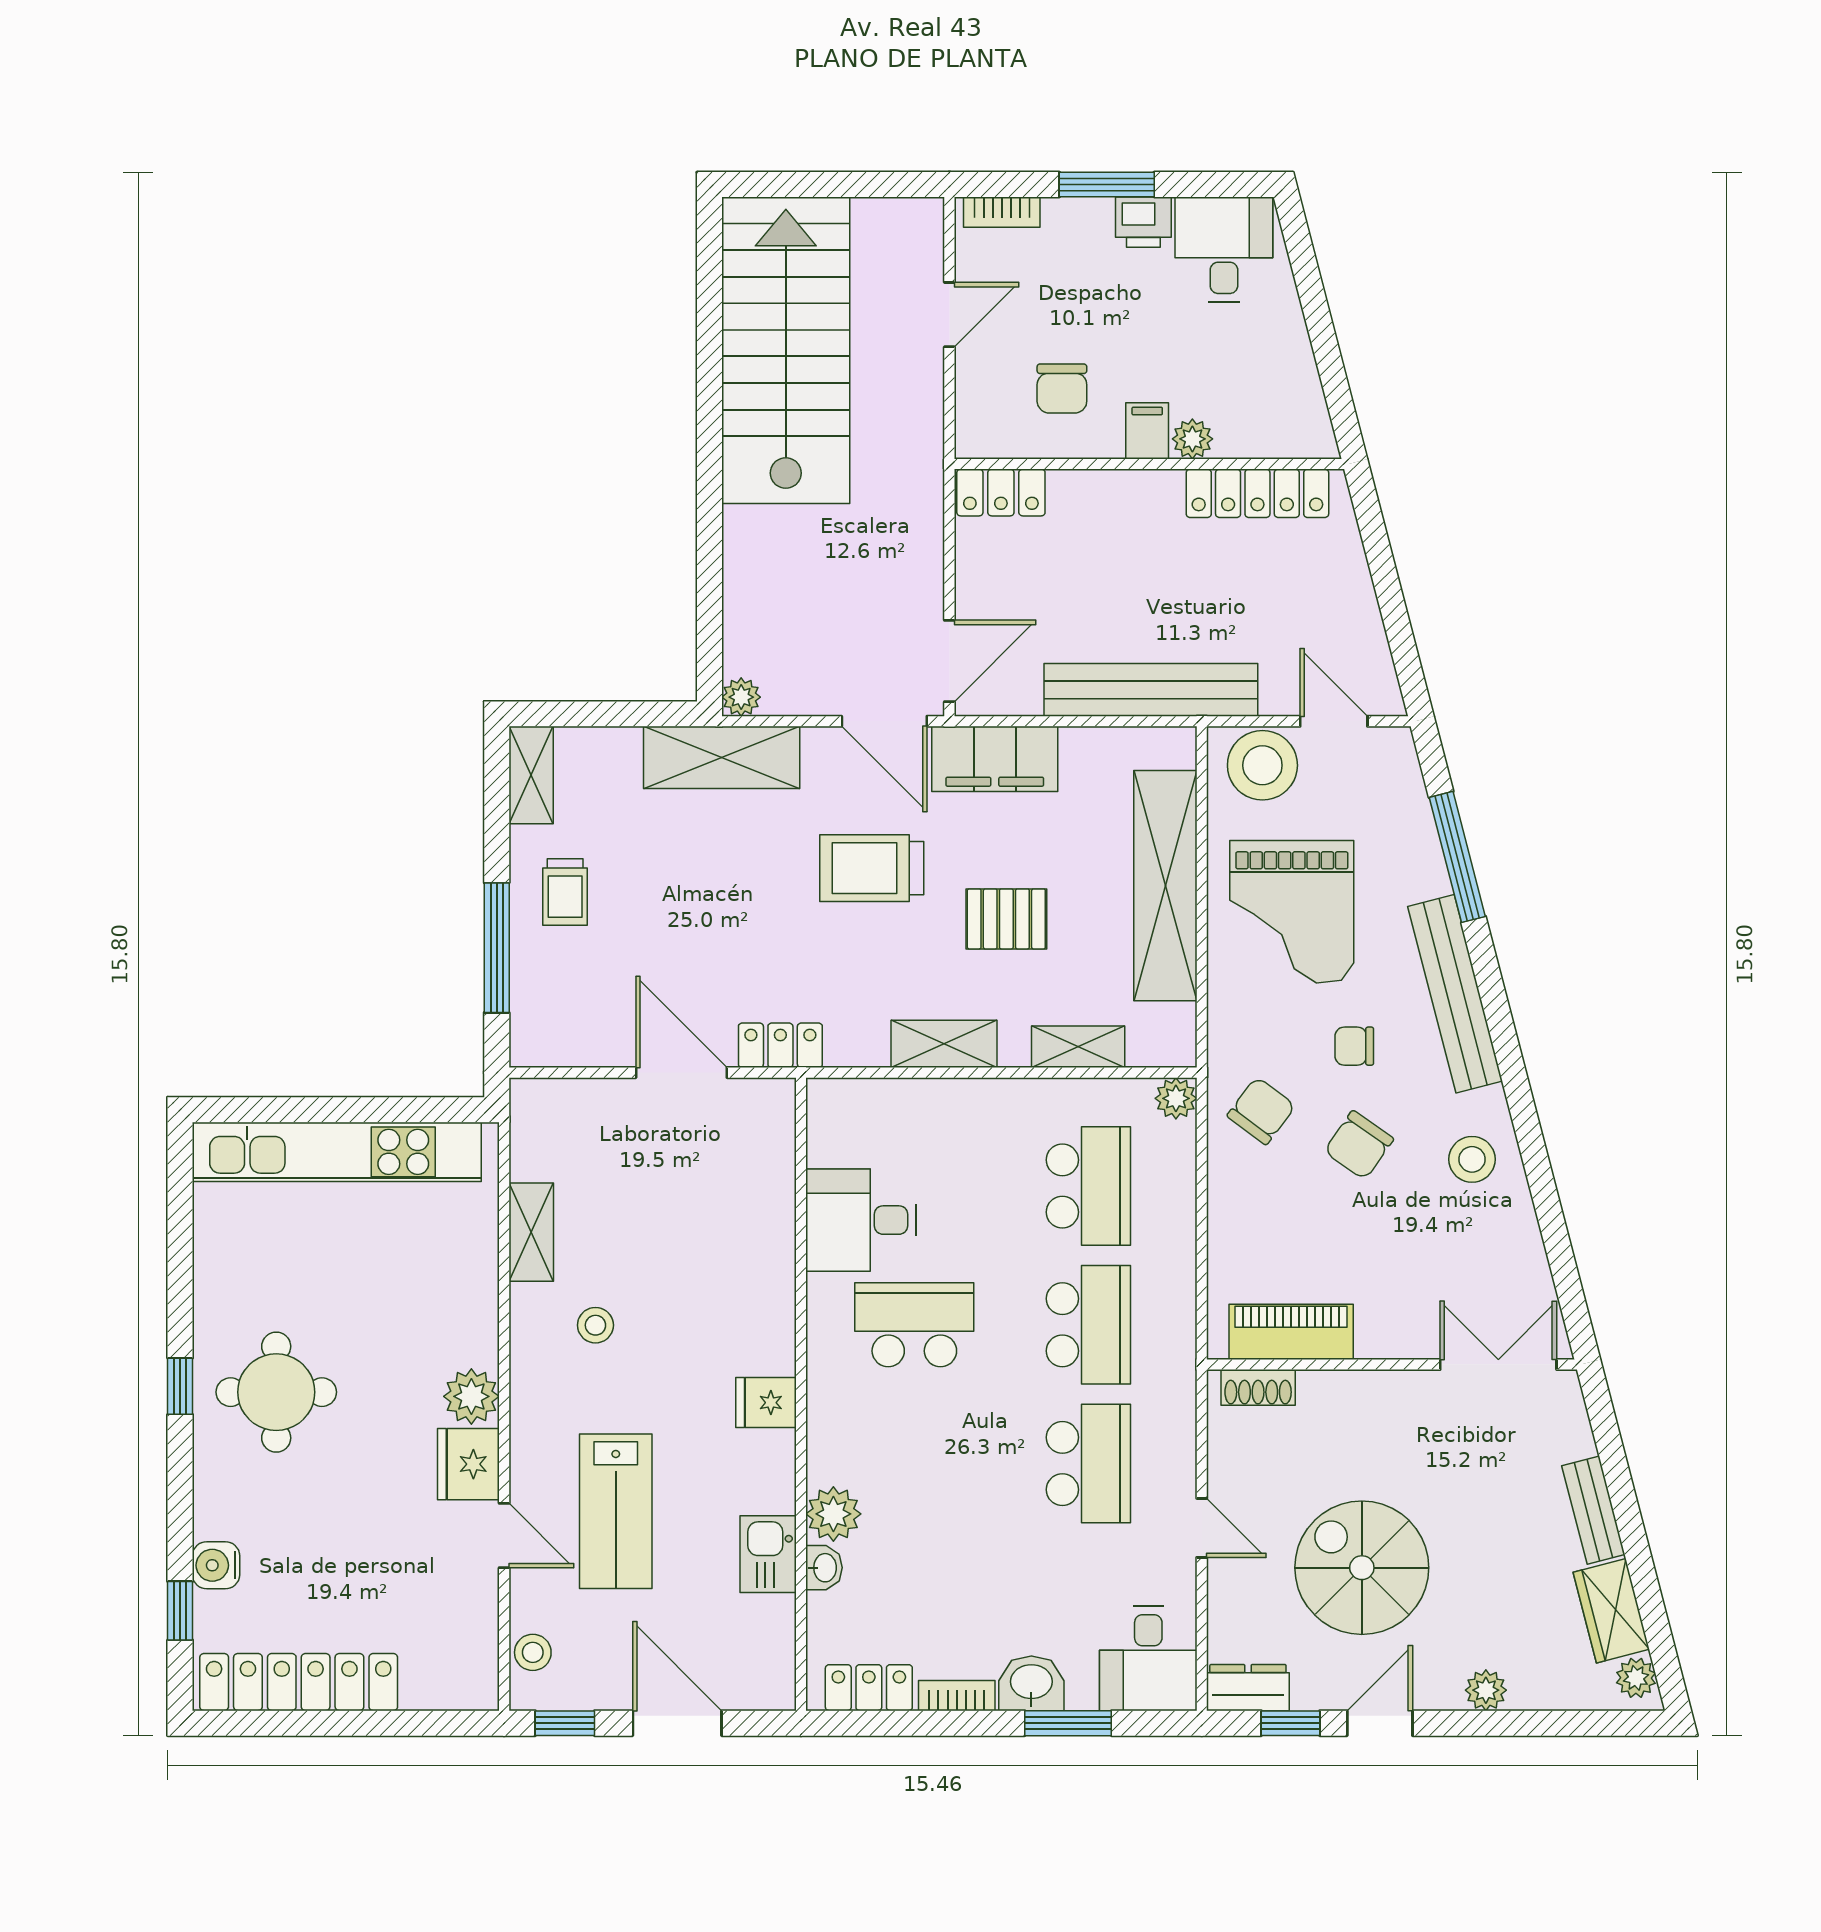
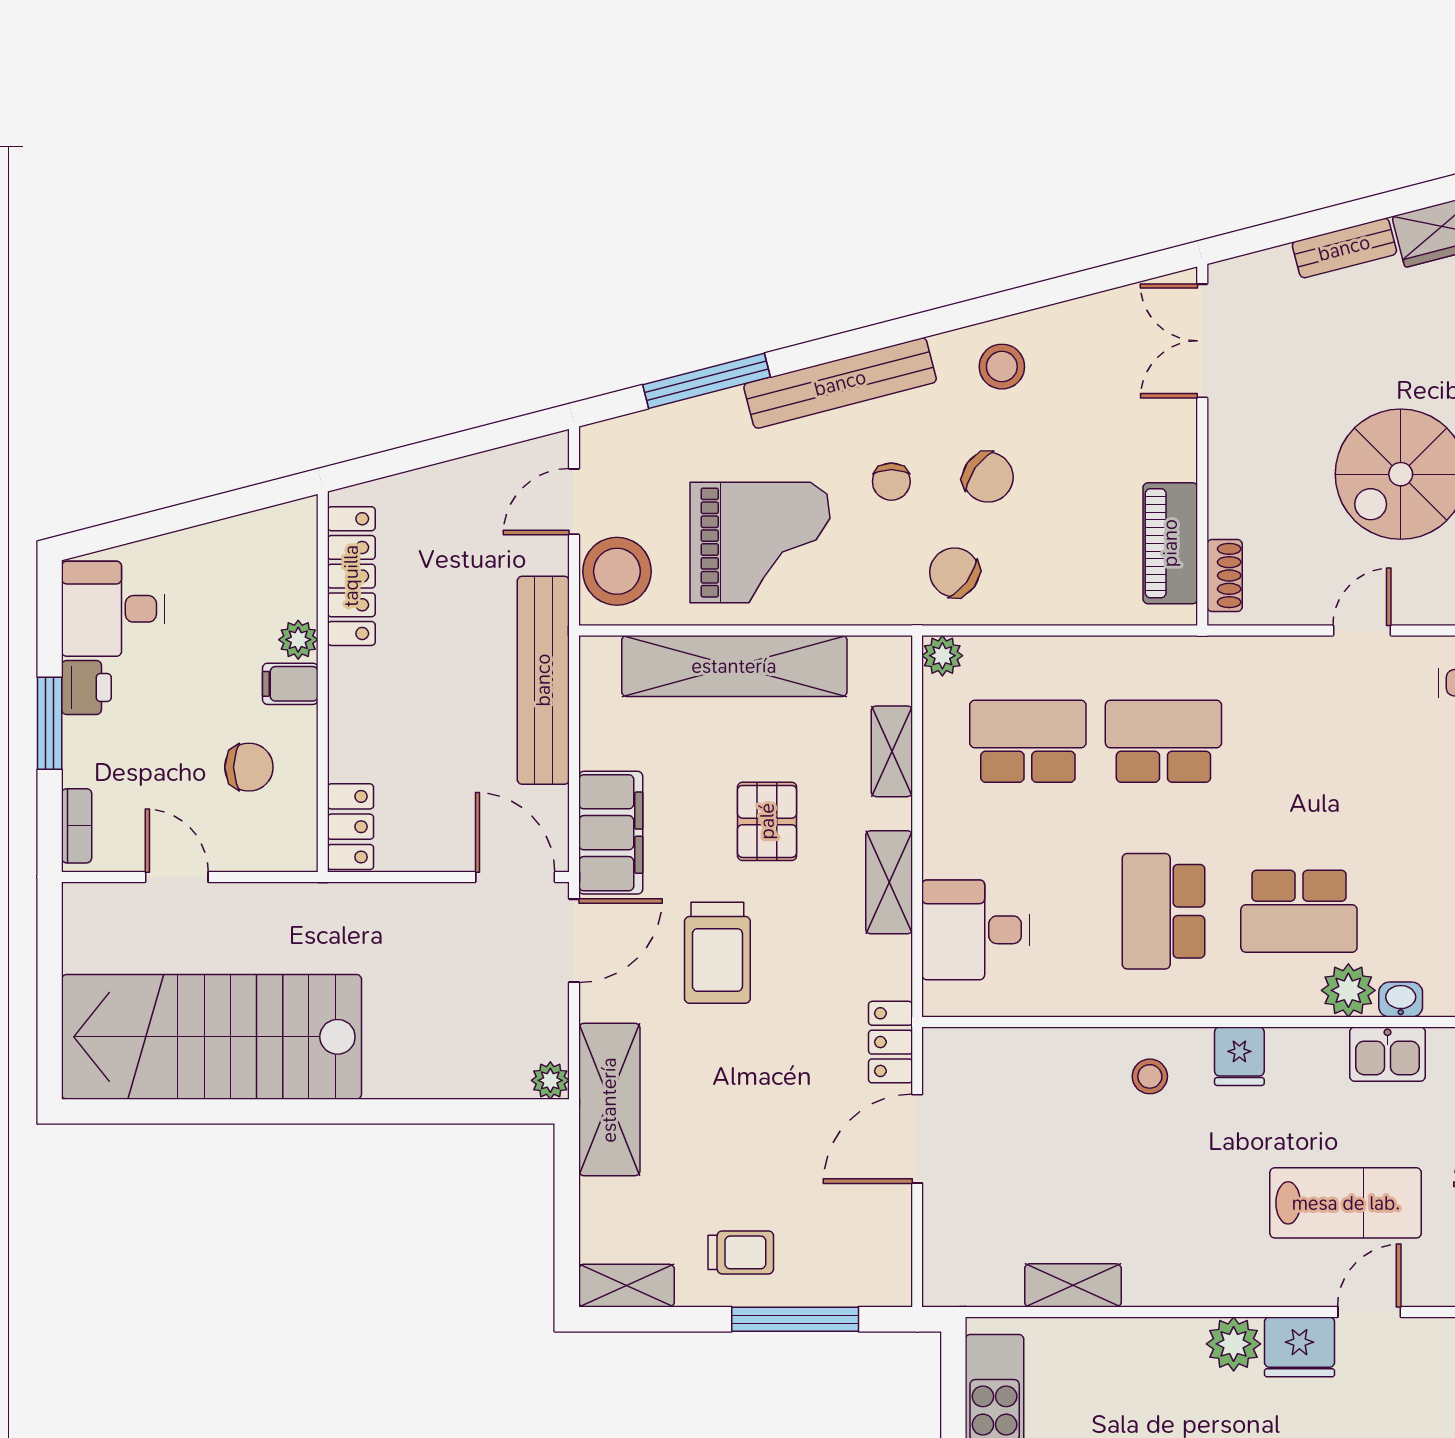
desk: (861, 1220) -> (976, 930), moved, turned 90
stool: (595, 1325) -> (1150, 1076), moved
school desk: (1088, 1464) -> (1299, 911), moved, turned 180

